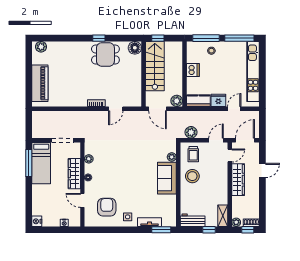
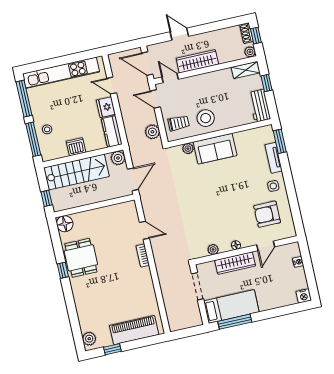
window: (29, 63) -> (112, 349), added
stairs: (155, 66) -> (76, 172), moved, turned 180

